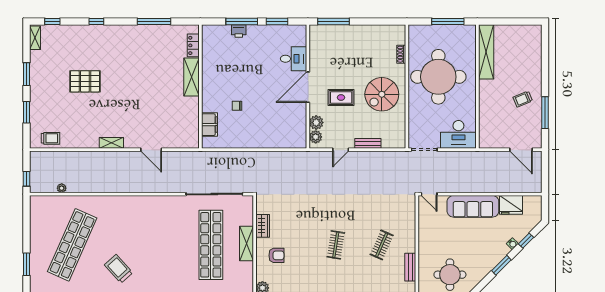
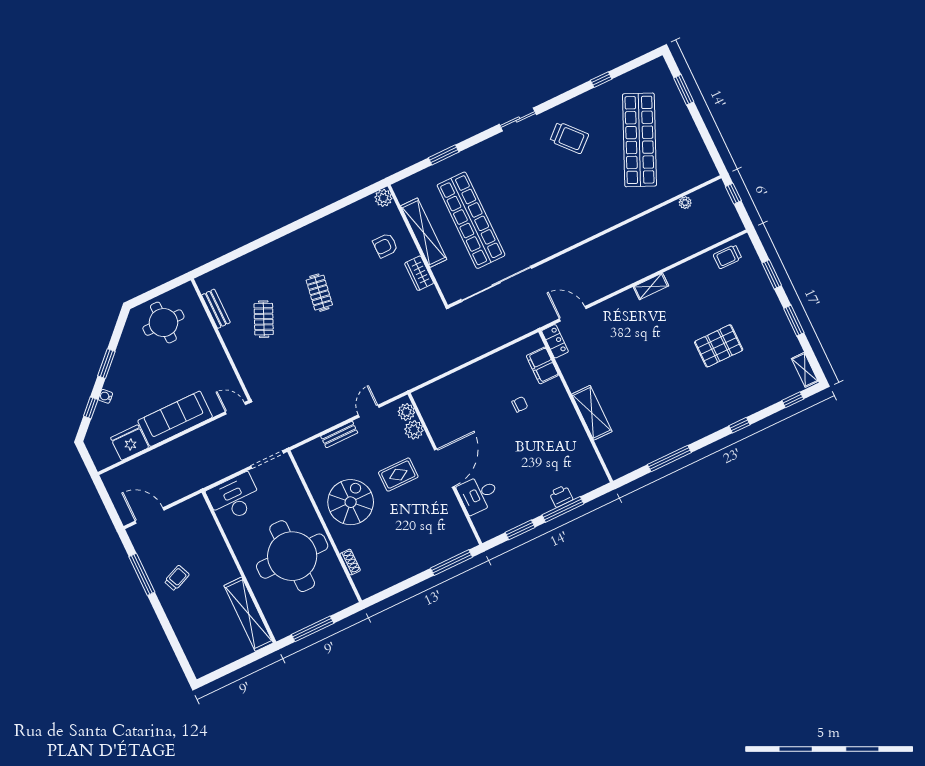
locker: (193, 45) -> (555, 341), moved
door: (151, 150) -> (573, 314), moved
shelving: (247, 244) -> (424, 233), width x1.47

